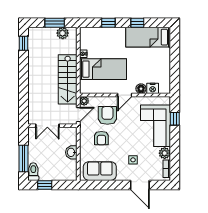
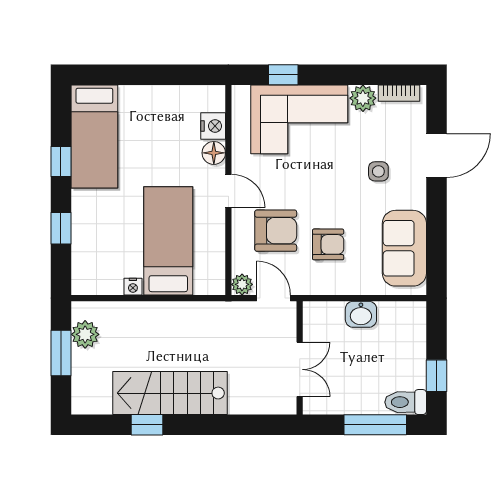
window: (24, 43) -> (147, 425), moved
stairs: (68, 79) -> (170, 393), moved, turned 180
armchair: (107, 115) -> (276, 231), turned 180

